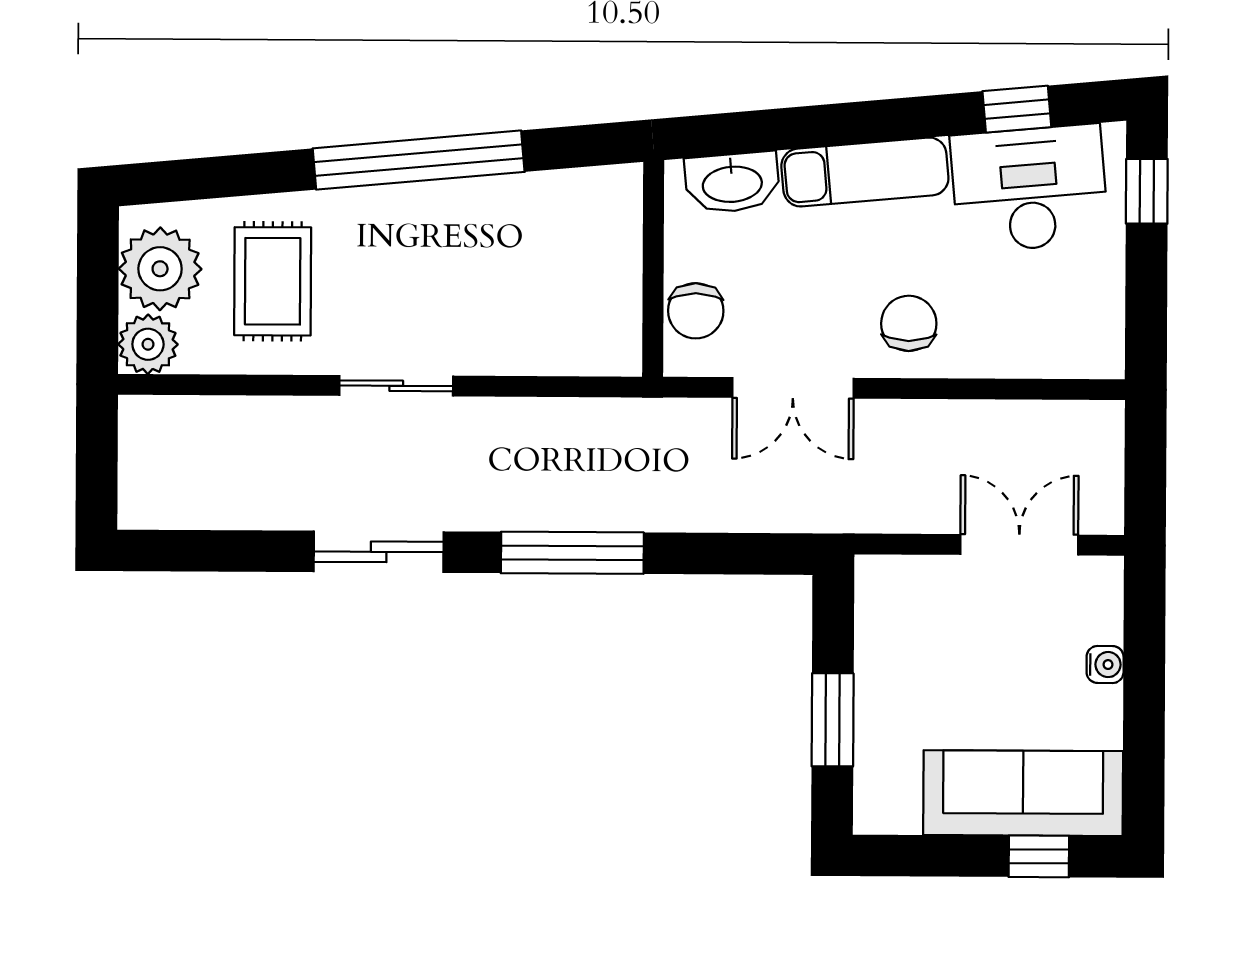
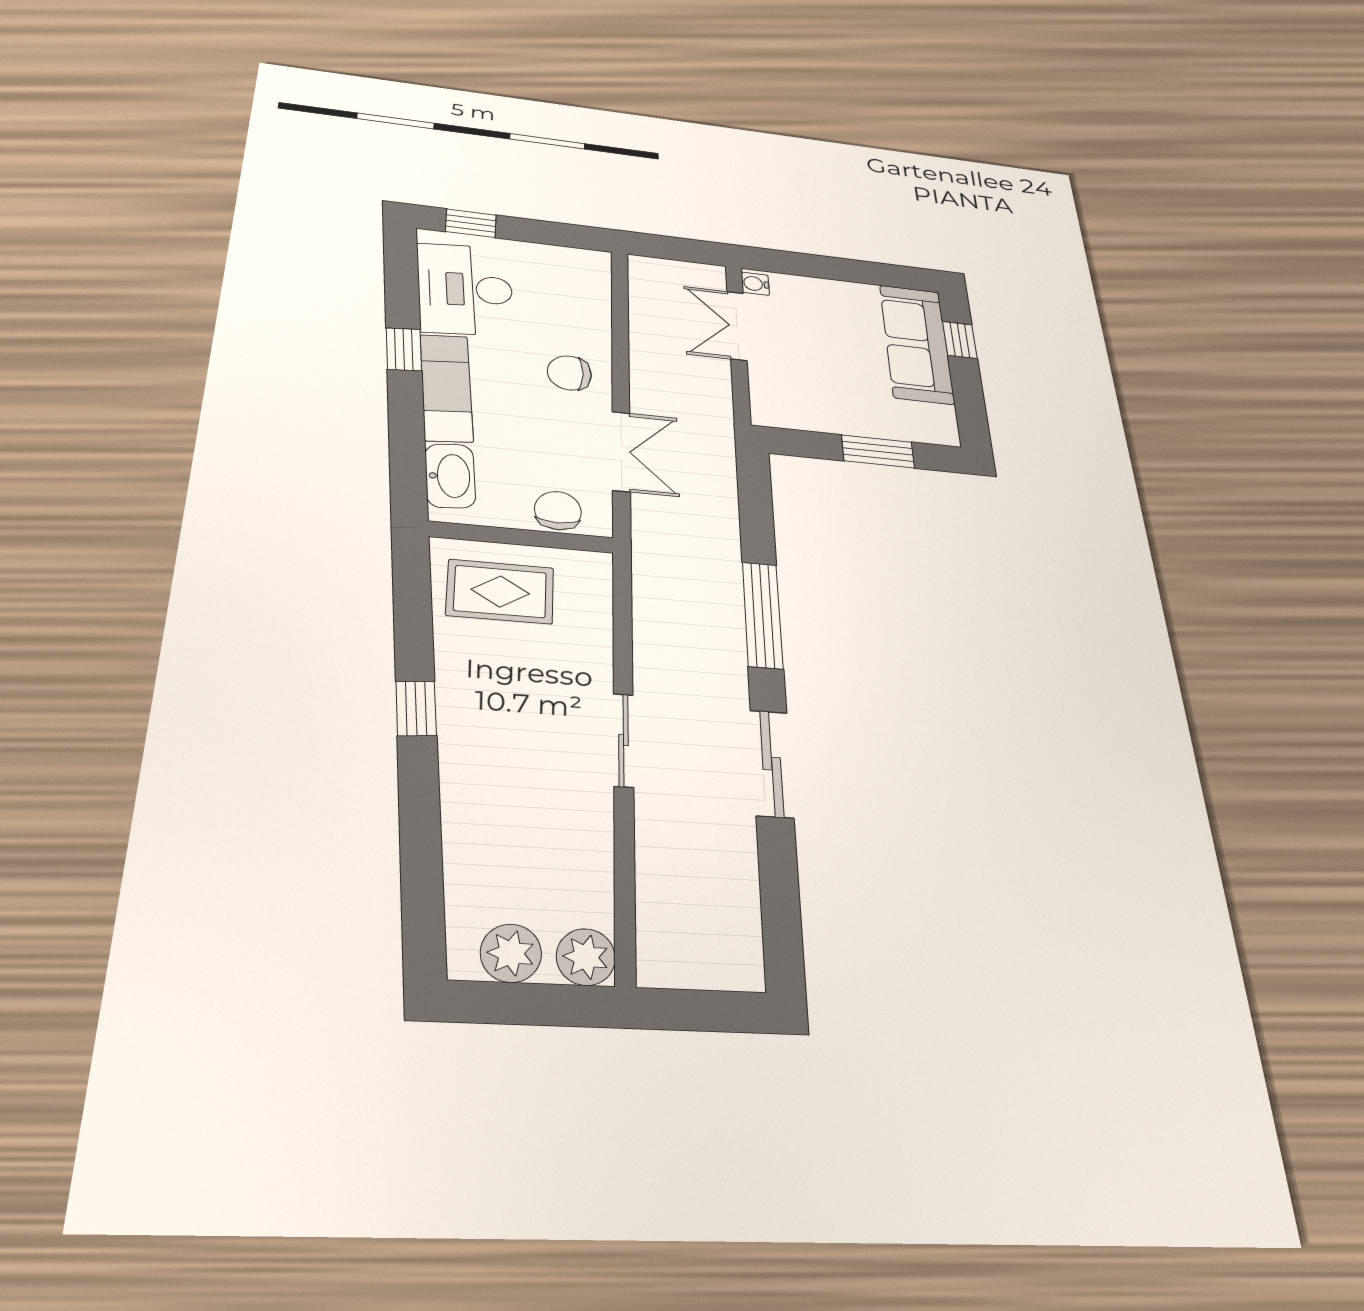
window: (1017, 109) -> (404, 349), moved
window: (419, 160) -> (416, 708), width x0.32
plant: (160, 269) -> (511, 953), width x0.73, depth x0.73
rug: (273, 281) -> (500, 592), moved
chair: (696, 311) -> (558, 511), turned -90
water cooler: (1105, 665) -> (755, 284), moved, turned -90

